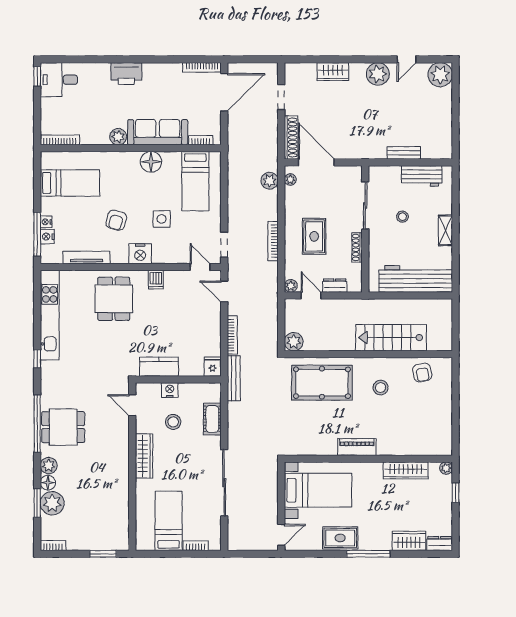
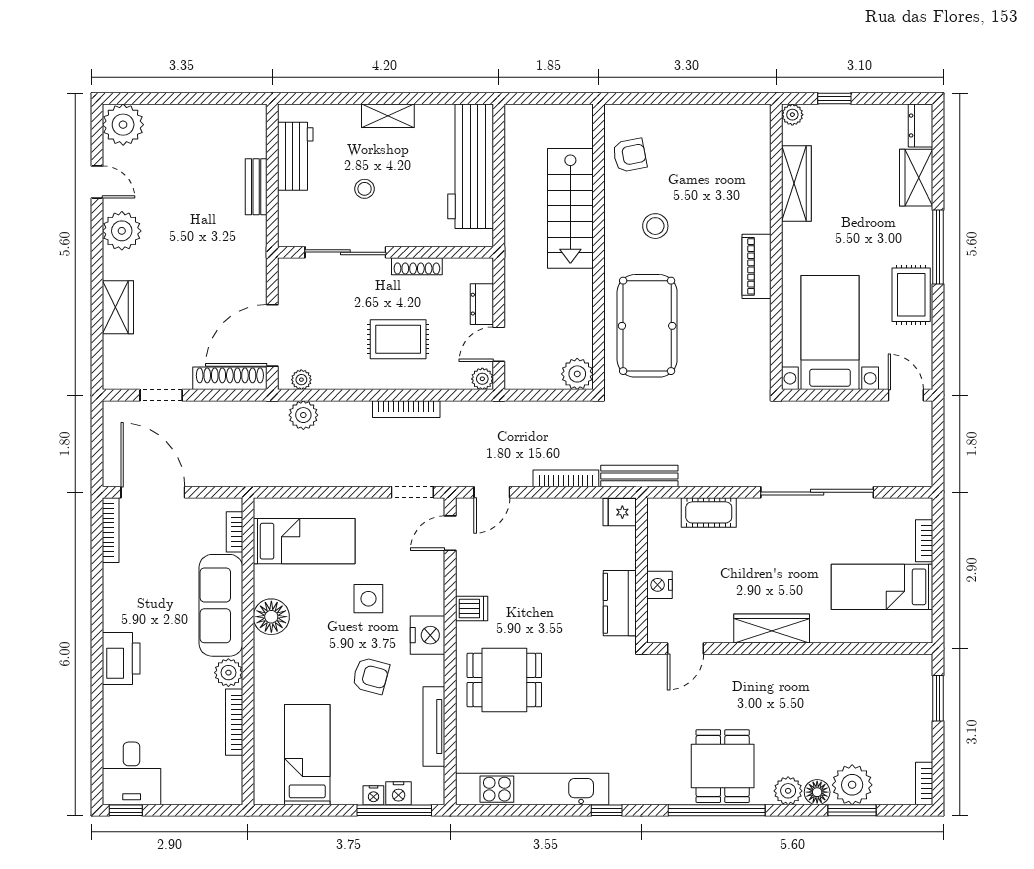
bookcase: (60, 140) -> (234, 722), moved
stool: (173, 422) -> (714, 579), removed

